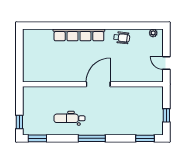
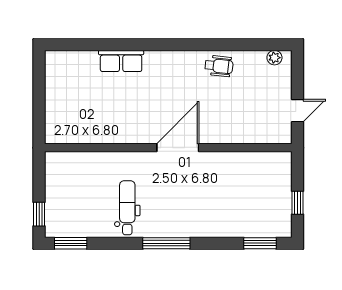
row of seats: (79, 35) -> (121, 61), width x0.50
door: (166, 63) -> (298, 111), swing flipped
dental chair: (70, 118) -> (127, 208), turned 90

